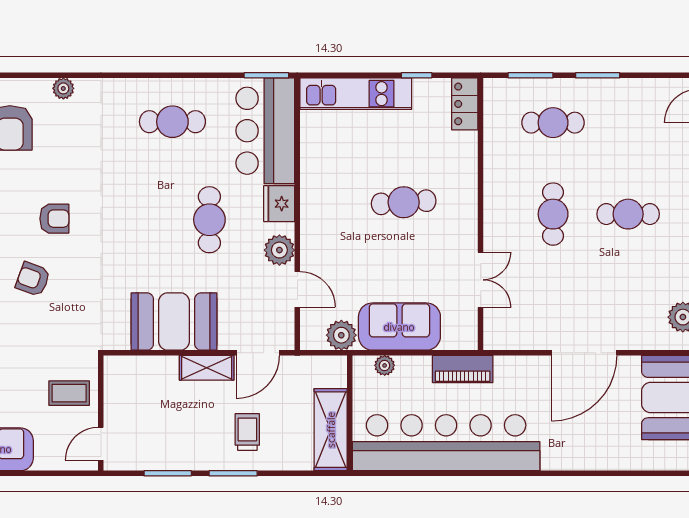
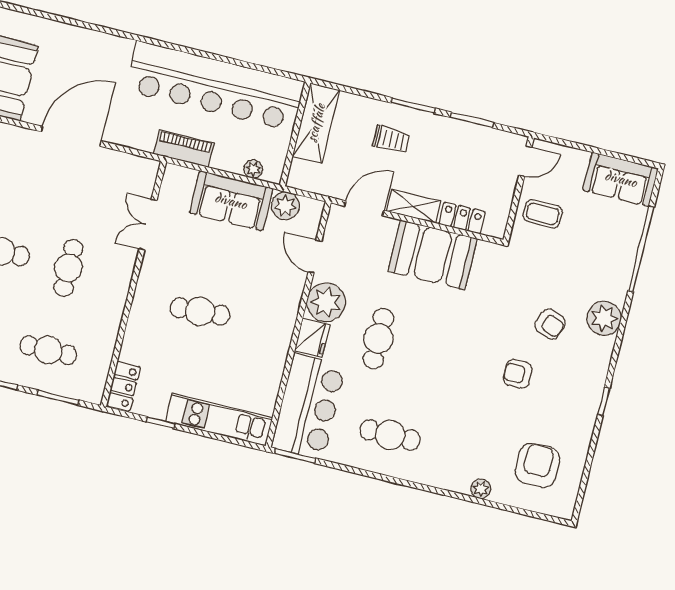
plant: (279, 250) -> (326, 302), width x1.36, depth x1.36
locker: (153, 368) -> (462, 218), added
trolley: (247, 432) -> (391, 139), turned -90

